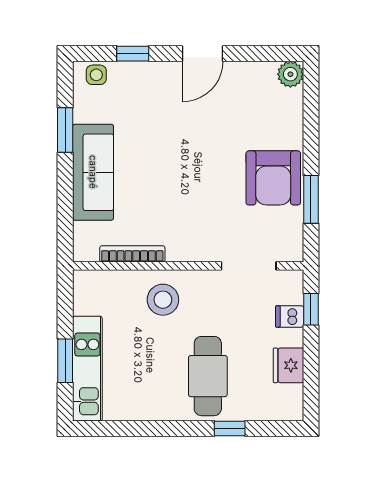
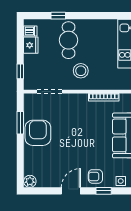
armchair: (150, 85) -> (95, 176), added
stool: (163, 300) -> (81, 71), moved
dishwasher: (290, 316) -> (30, 31), moved

